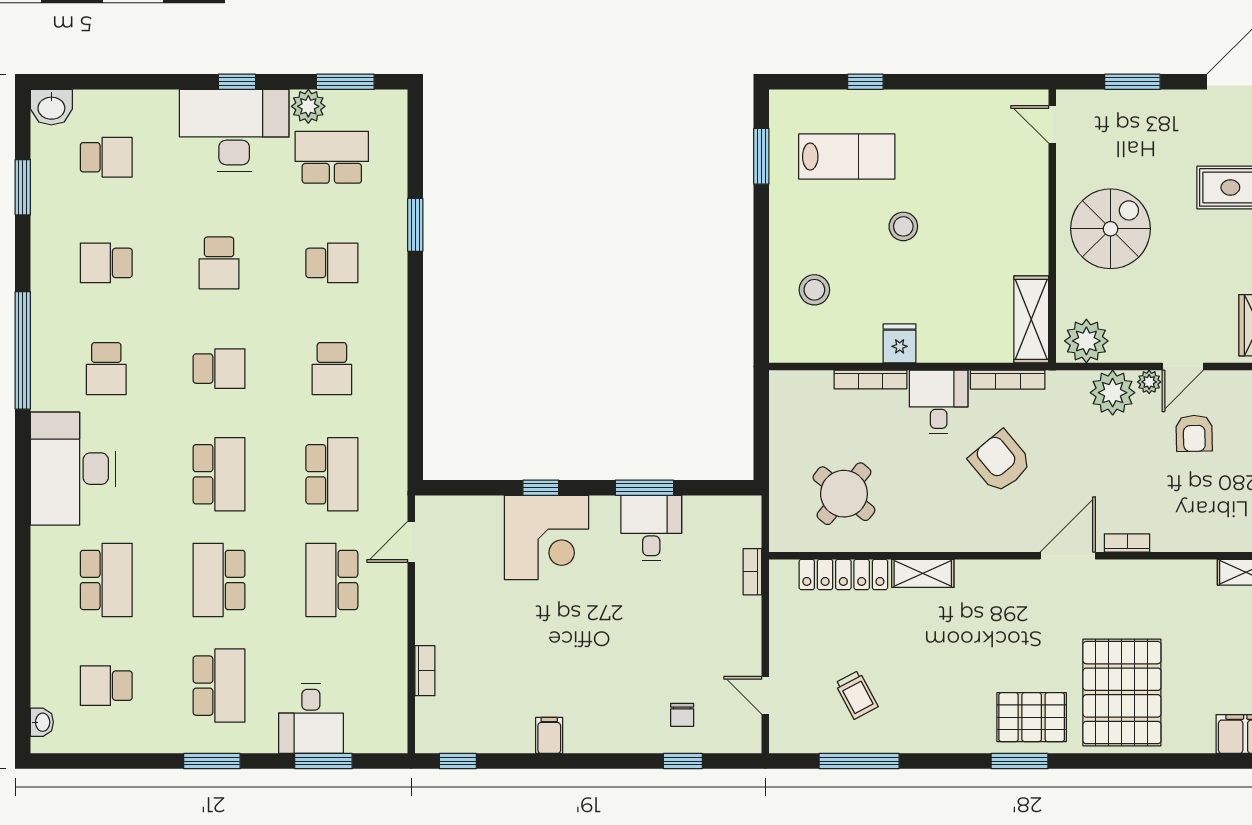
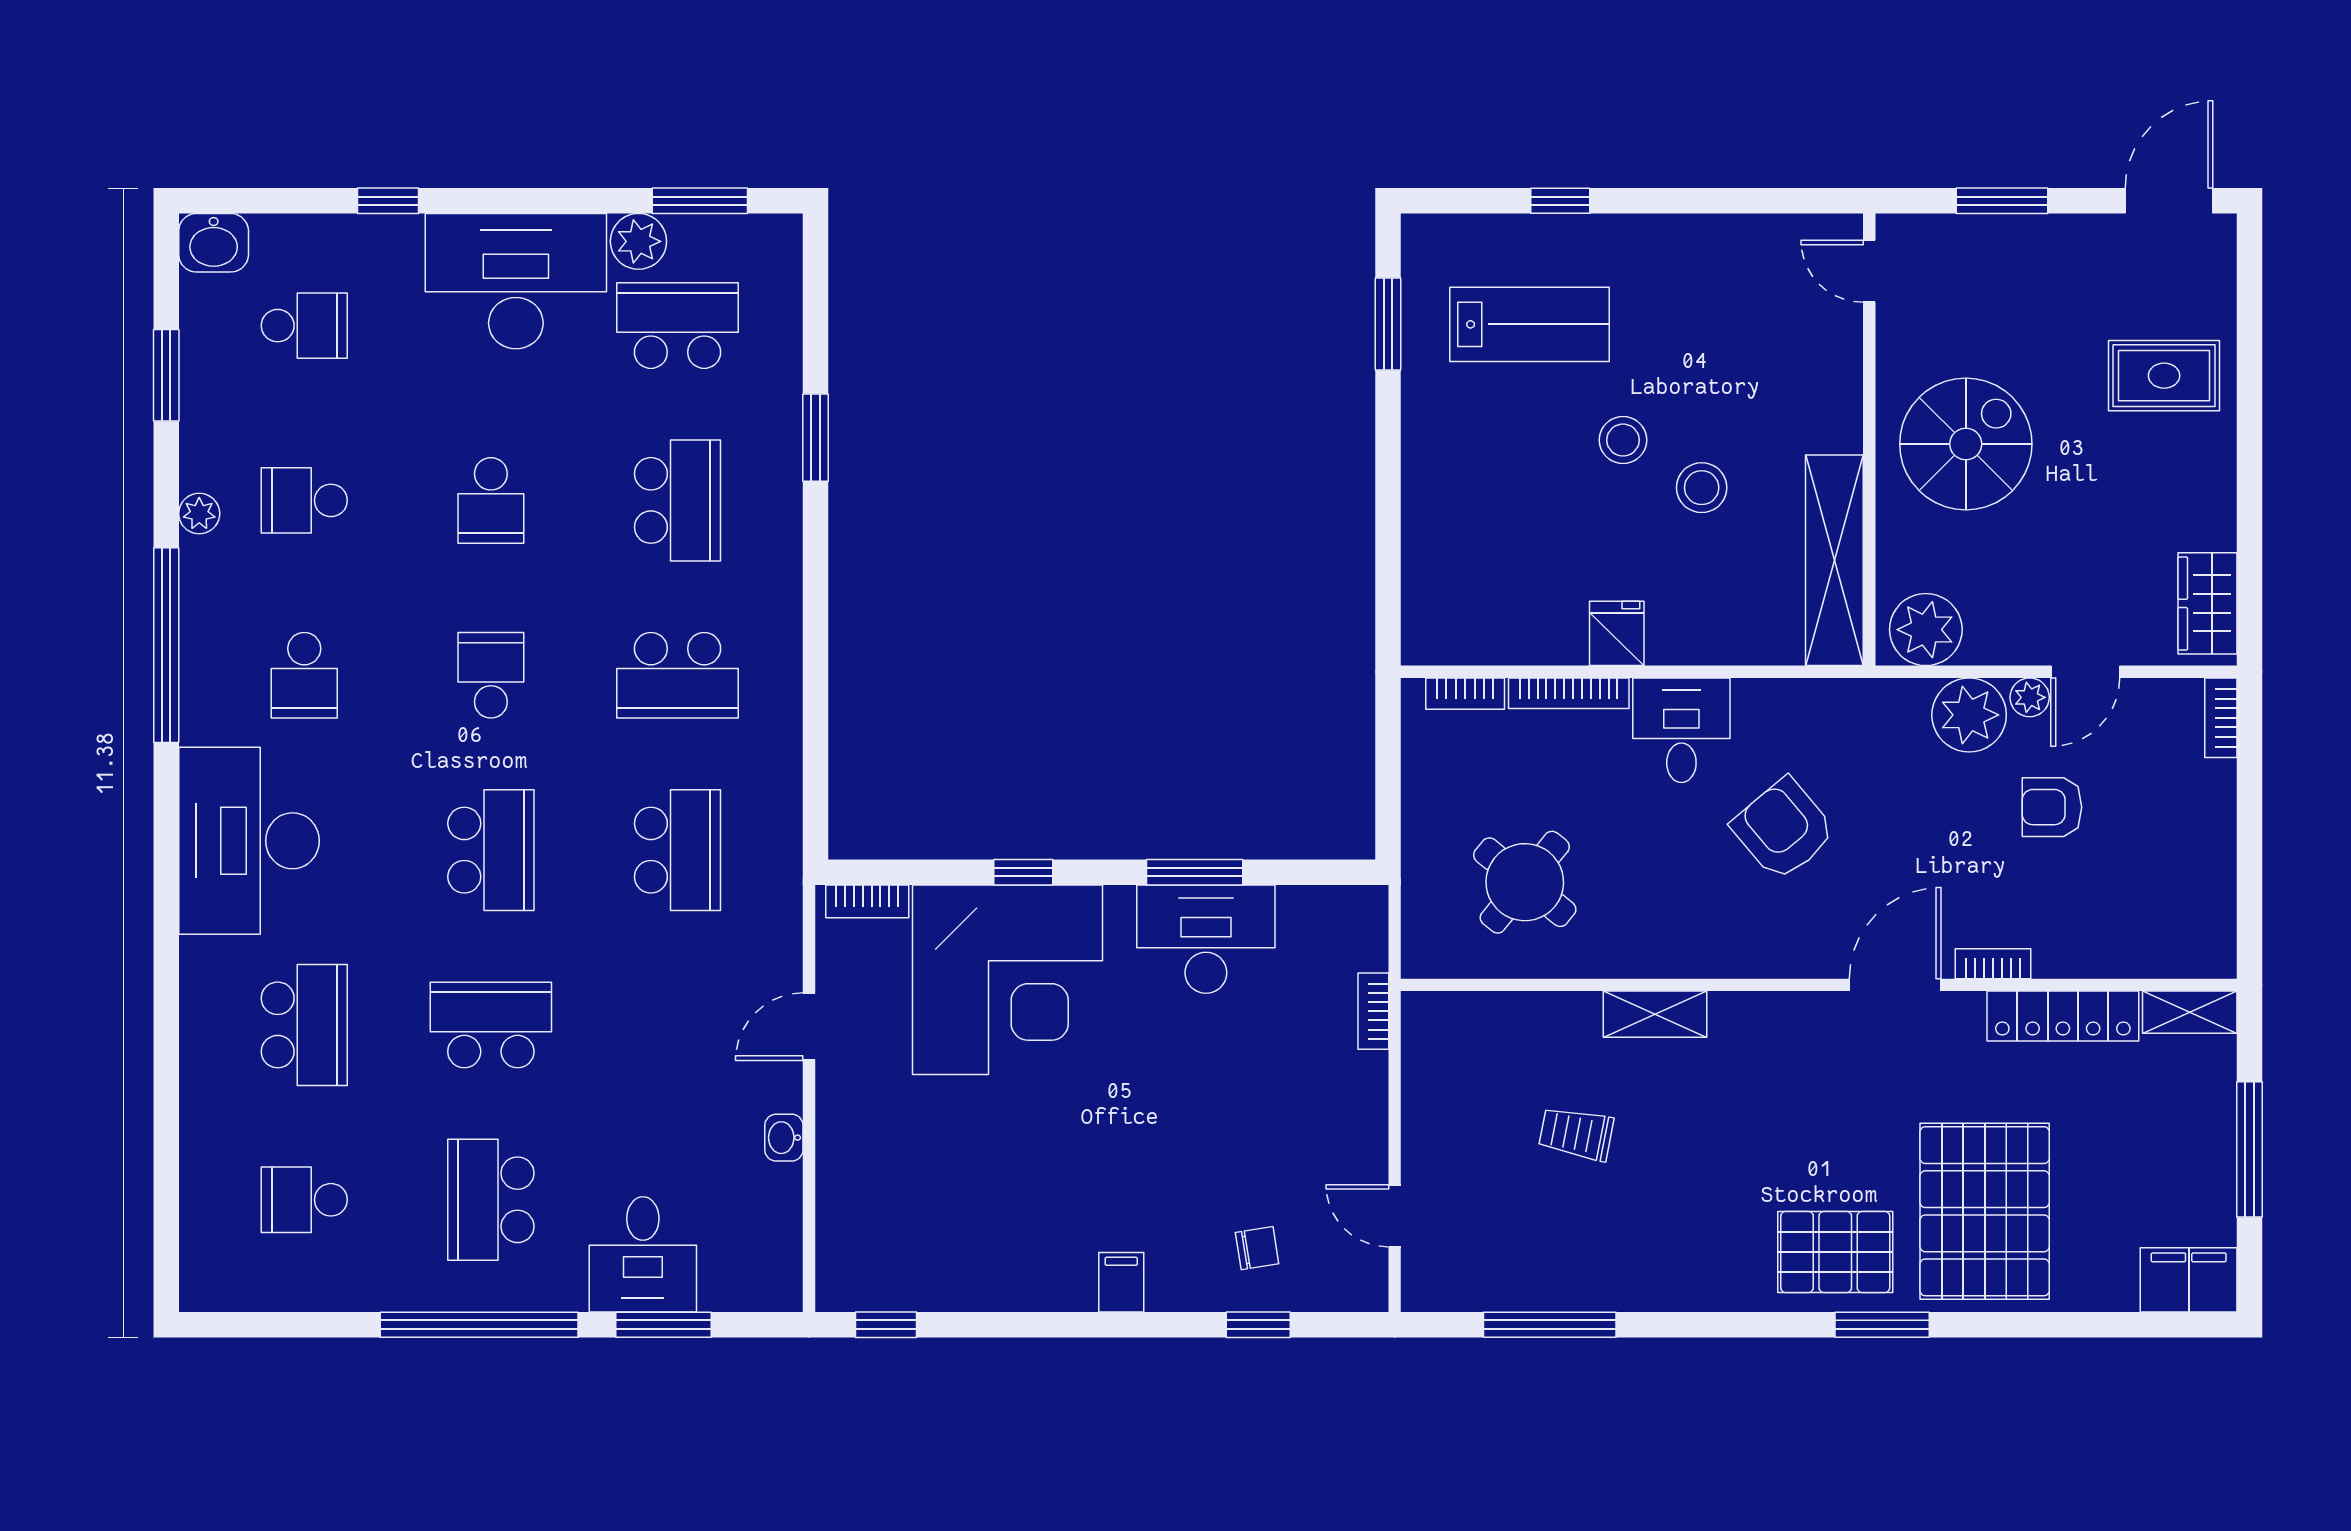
window: (237, 82) -> (388, 201), moved
school desk: (332, 263) -> (678, 500), width x1.85
plant: (43, 271) -> (199, 514), added
stool: (814, 290) -> (1702, 488), moved
shelving: (1031, 319) -> (1834, 560), width x1.47
school desk: (219, 369) -> (491, 675), turned -90
school desk: (332, 369) -> (678, 675), width x1.85
bookcase: (1008, 380) -> (1465, 694), moved, width x0.64
armchair: (1194, 433) -> (2052, 807), moved, turned 91
desk: (651, 528) -> (1206, 939), width x1.37
corner desk: (546, 537) -> (1007, 980), width x1.36, depth x1.36
door: (411, 542) -> (809, 1027), moved
locker: (843, 575) -> (2063, 1016), moved
school desk: (219, 580) -> (491, 1025), turned 90
school desk: (332, 580) -> (678, 1025), removed
bookcase: (425, 671) -> (867, 901), moved, turned 90
school desk: (219, 686) -> (491, 1200), turned 180
trolley: (857, 695) -> (1576, 1134), moved, turned 129
chair: (682, 715) -> (1257, 1248), turned -99
washbasin: (42, 722) -> (784, 1138), moved, turned 180
filing cabinet: (549, 735) -> (1121, 1282), moved
window: (212, 761) -> (479, 1325), width x2.11
window: (1020, 761) -> (1882, 1325), moved

